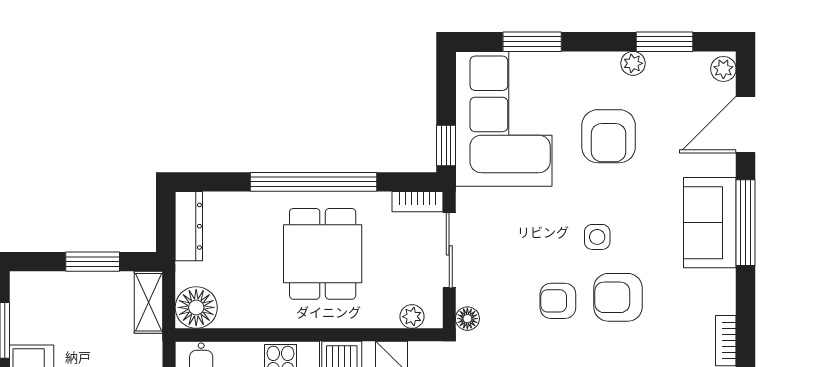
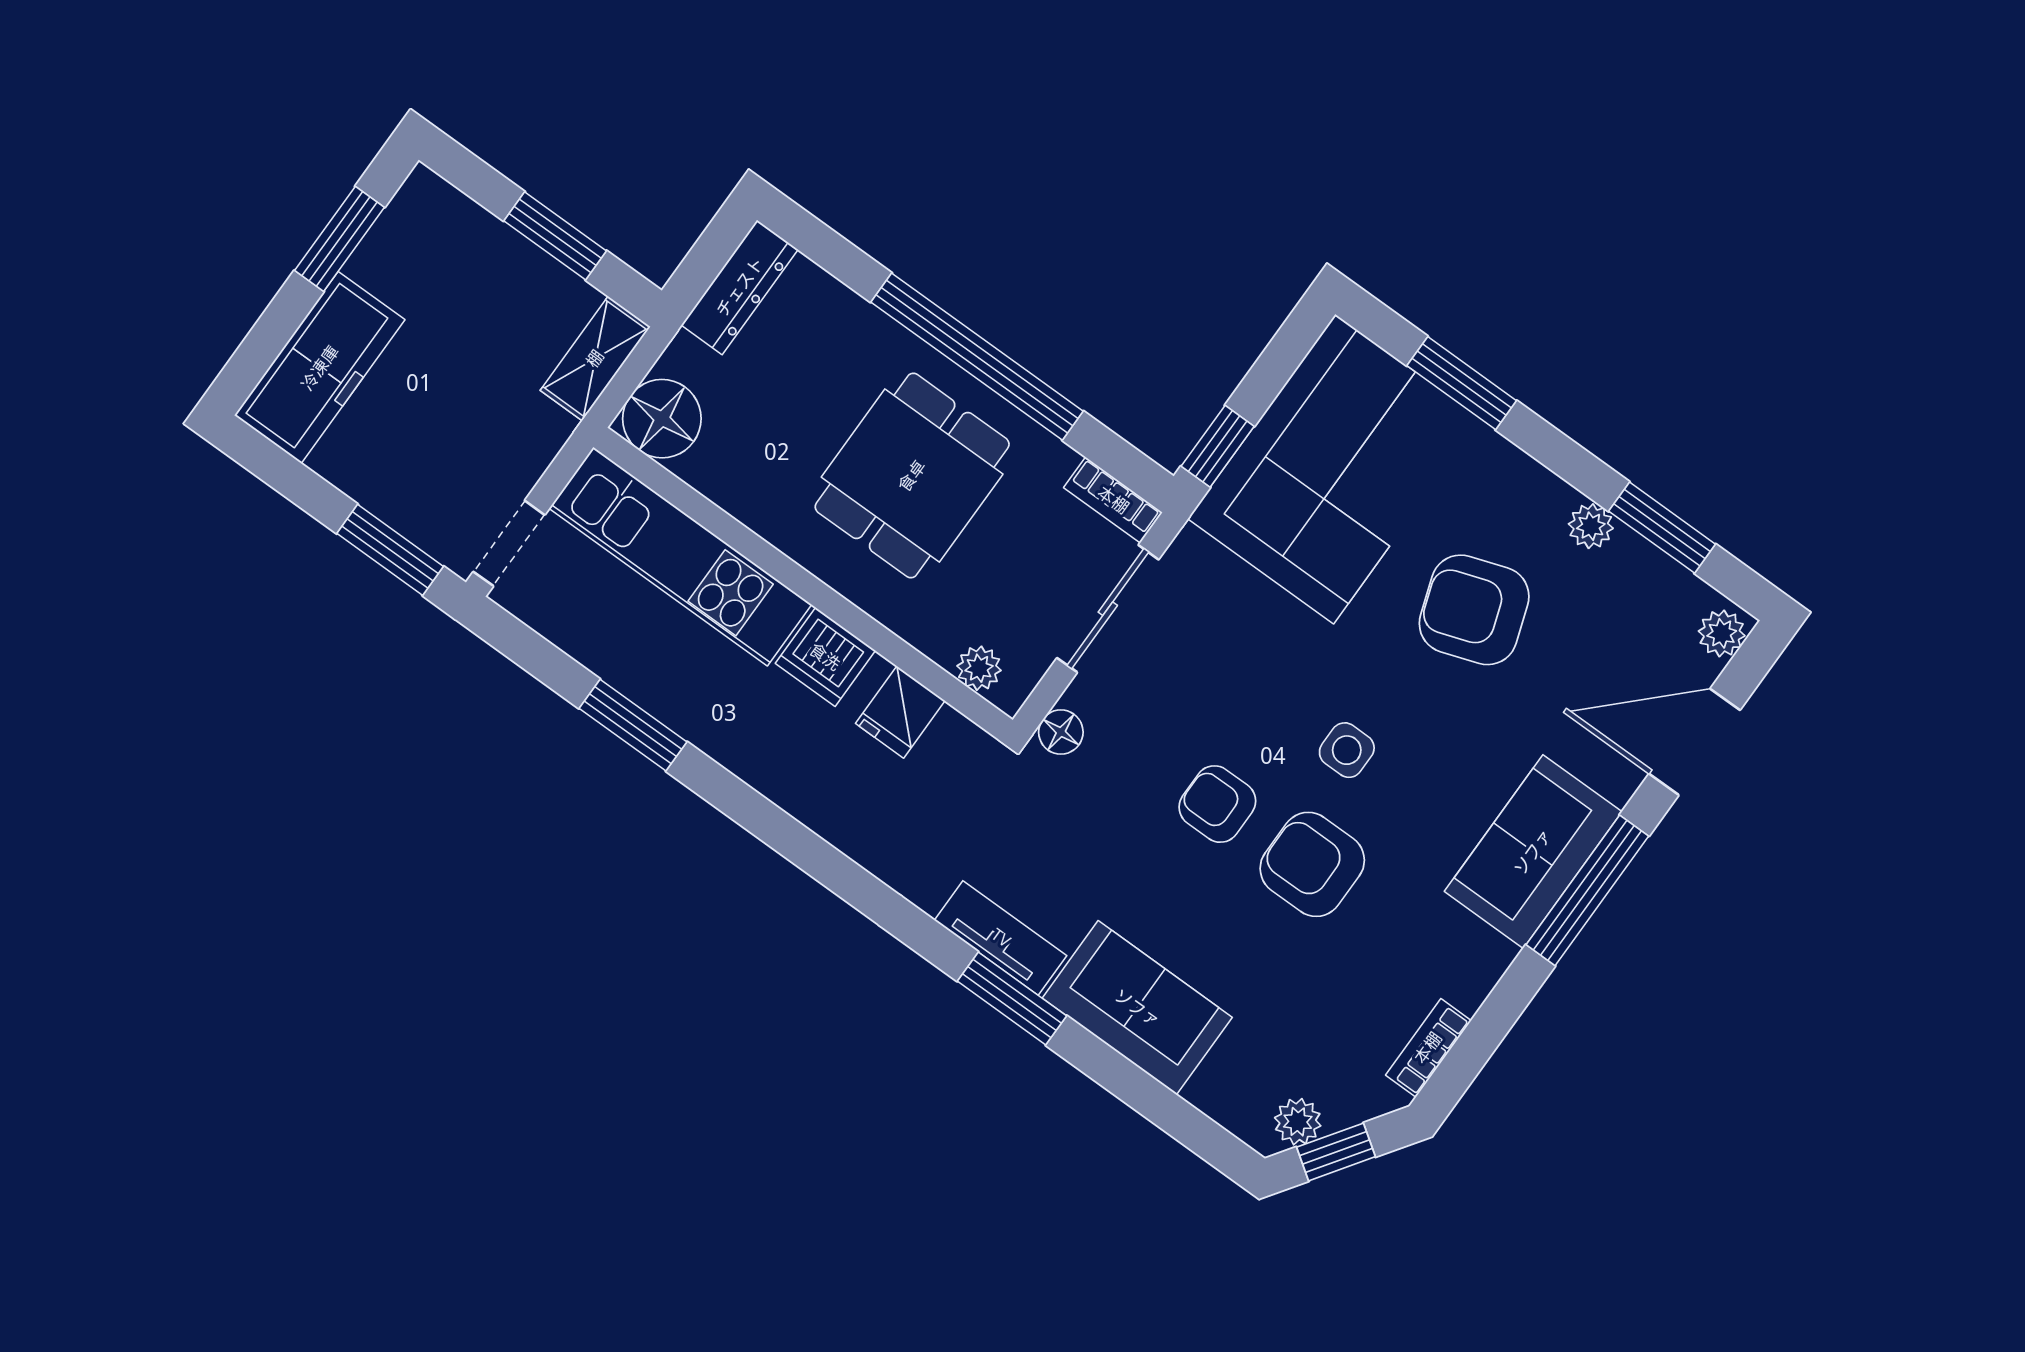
armchair: (609, 136) -> (1474, 610), turned 71

